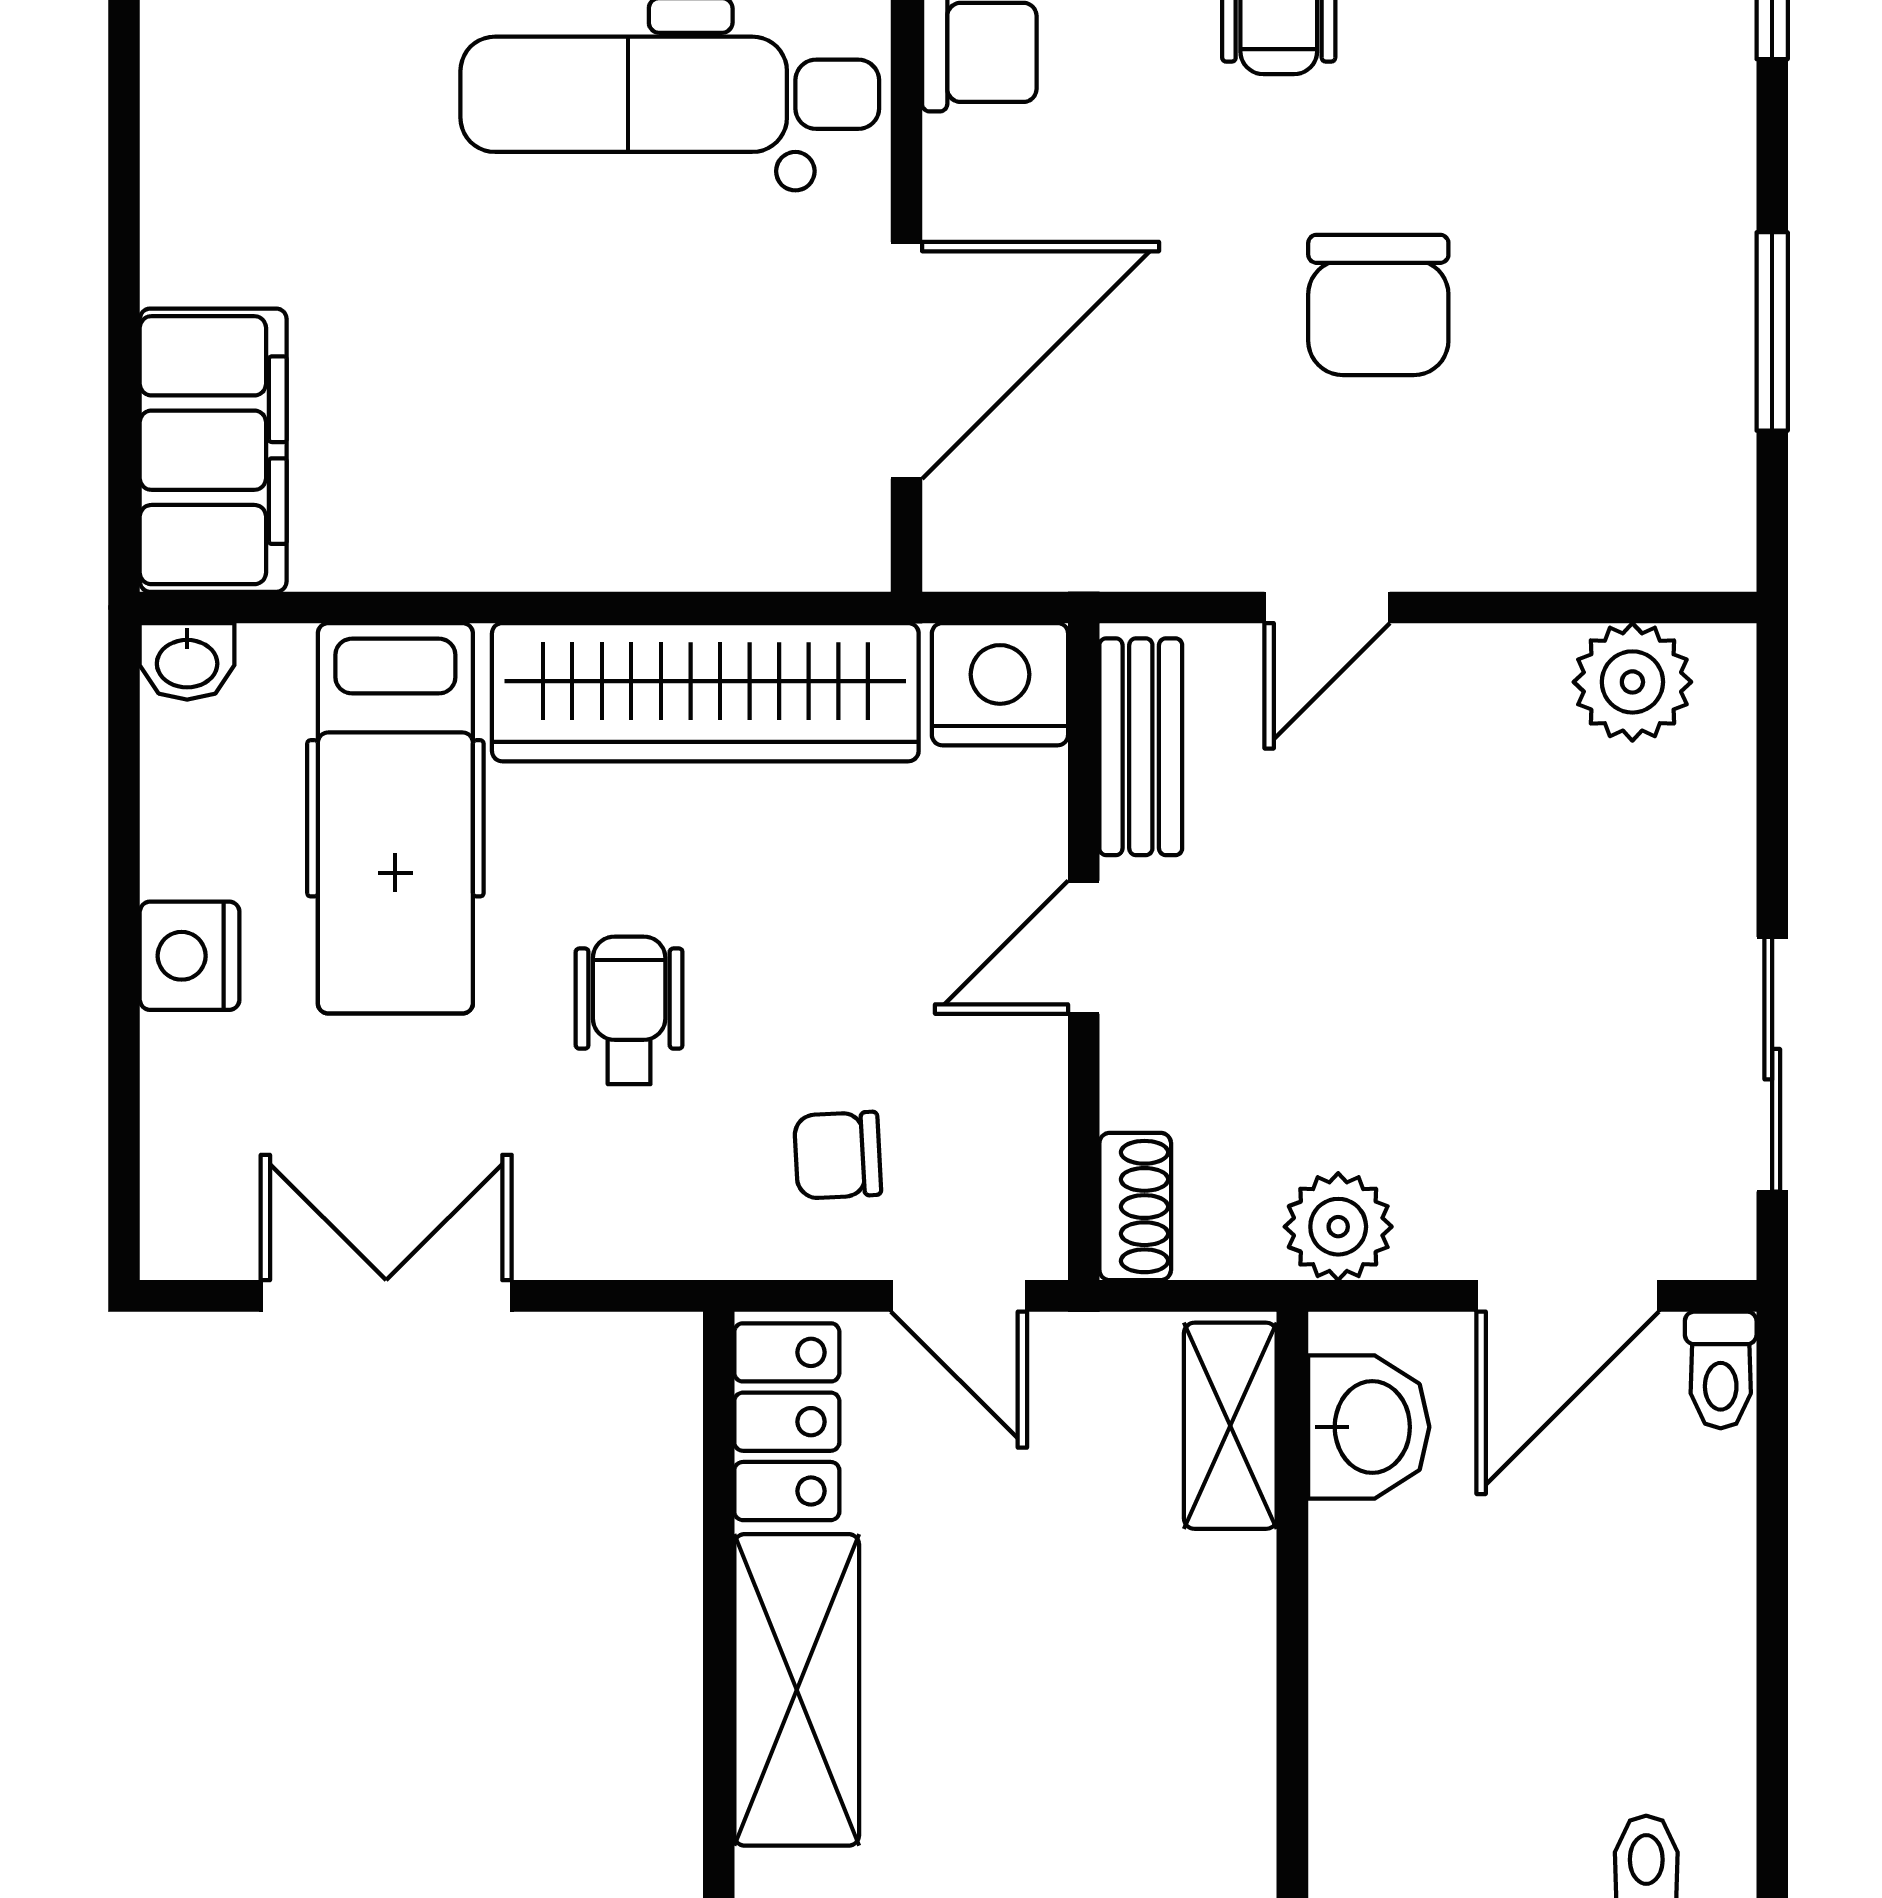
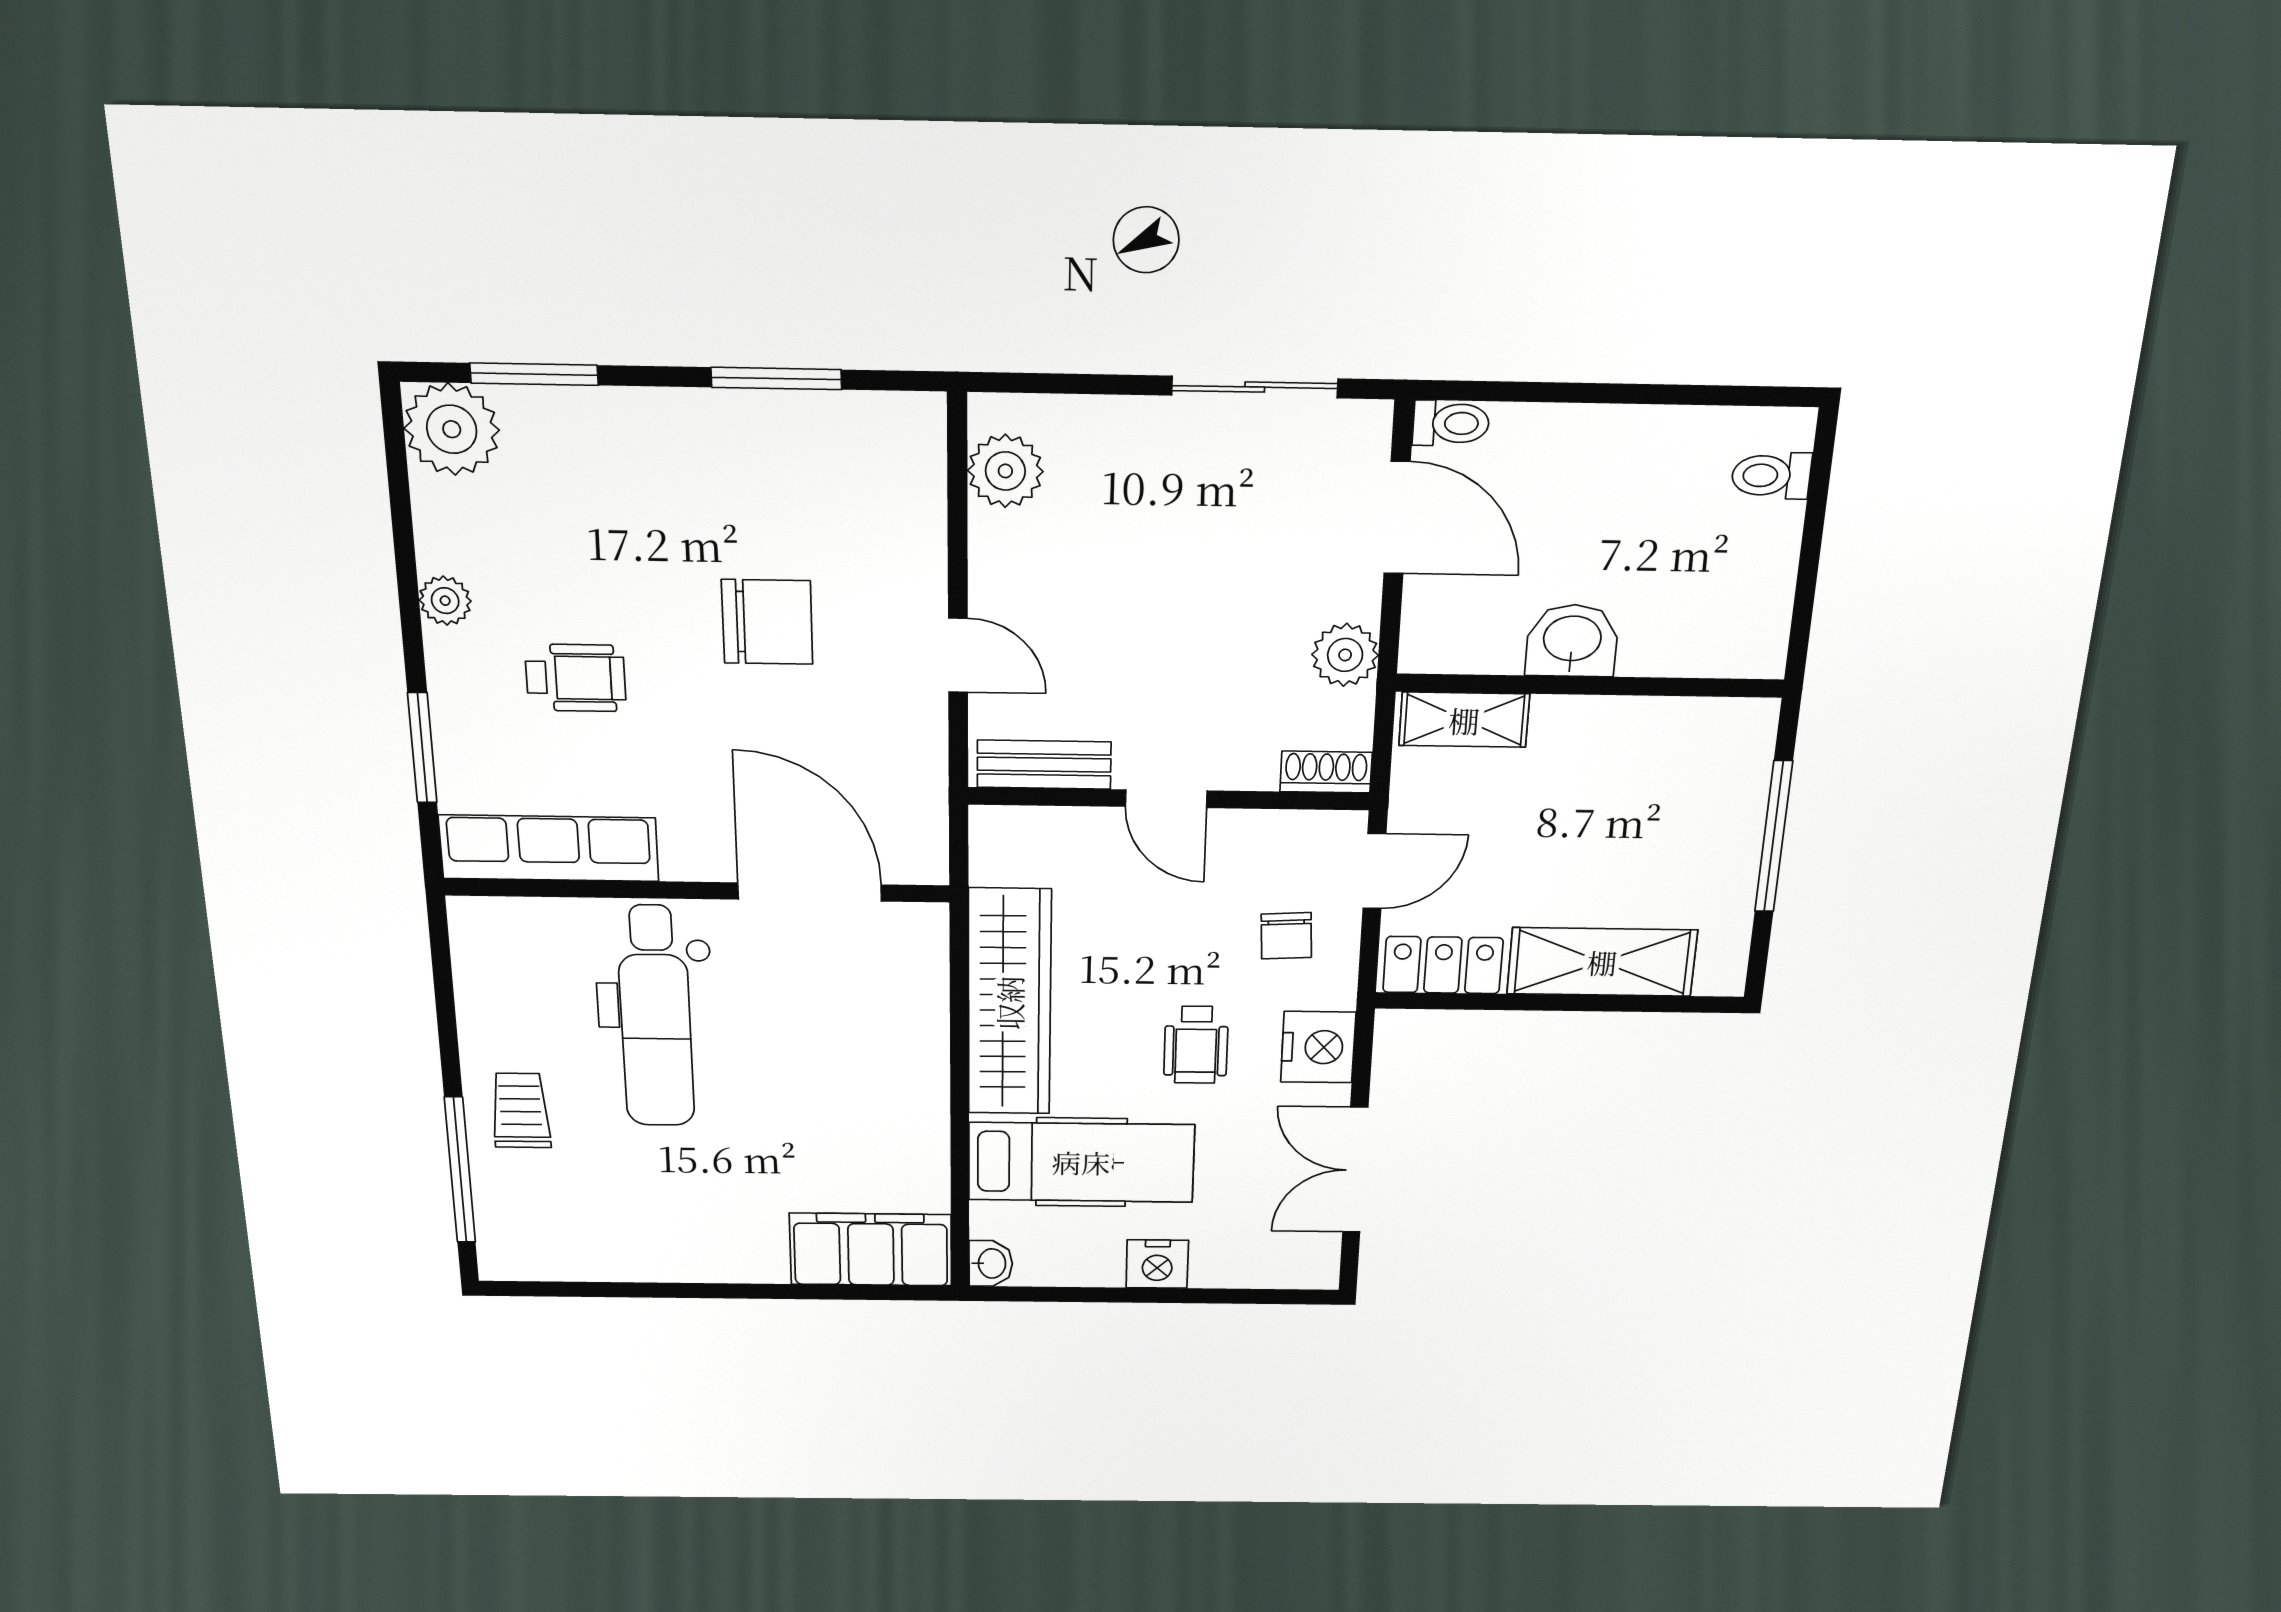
nightstand: (1000, 684) -> (1318, 1047), moved, turned 180
wheelchair: (629, 1010) -> (1196, 1045), turned -90
washbasin: (1369, 1427) -> (1572, 641), moved

